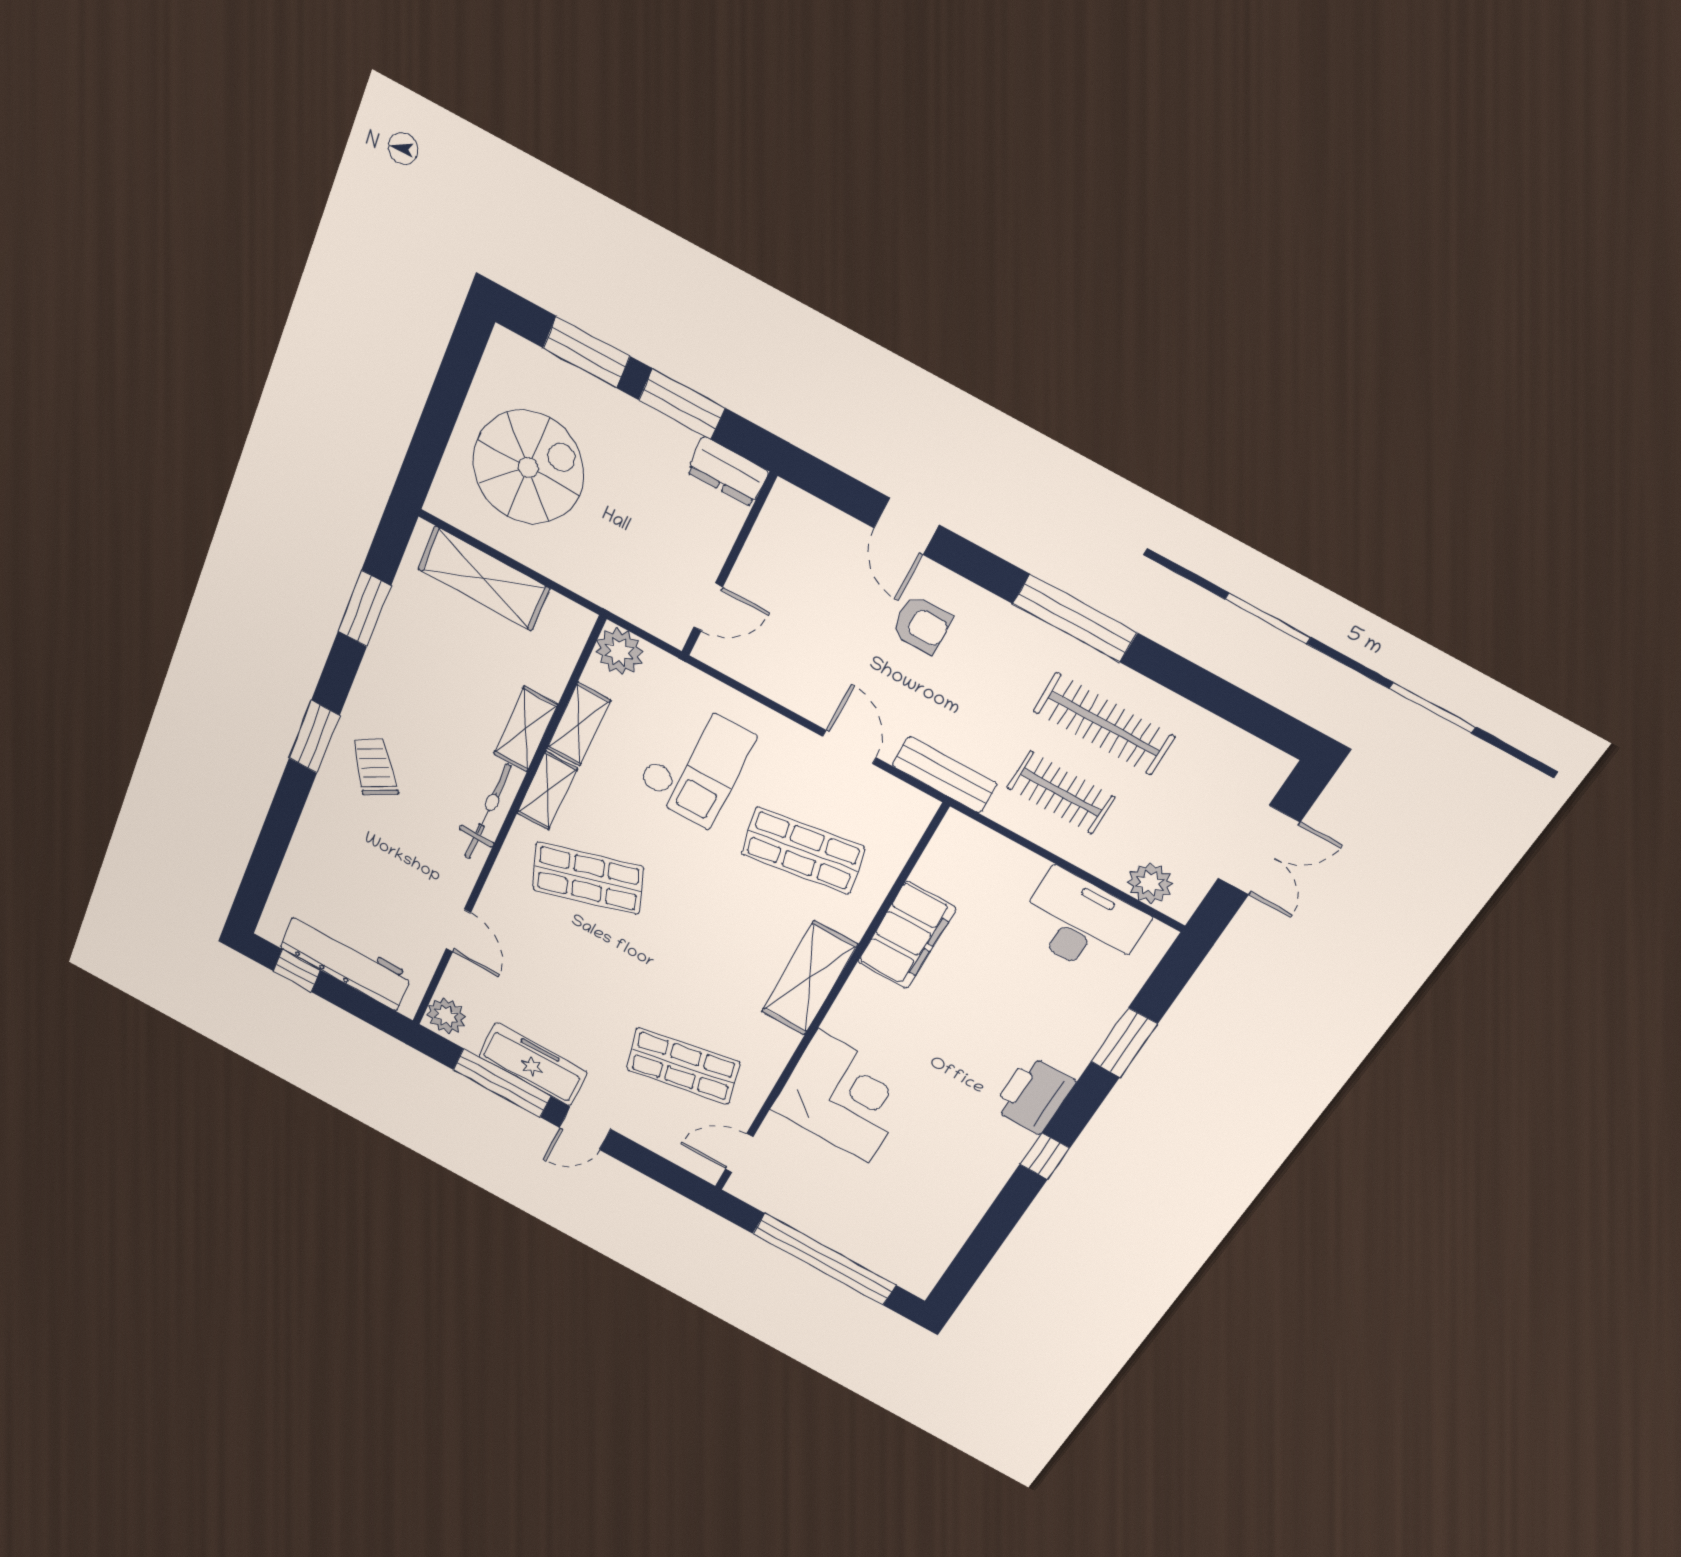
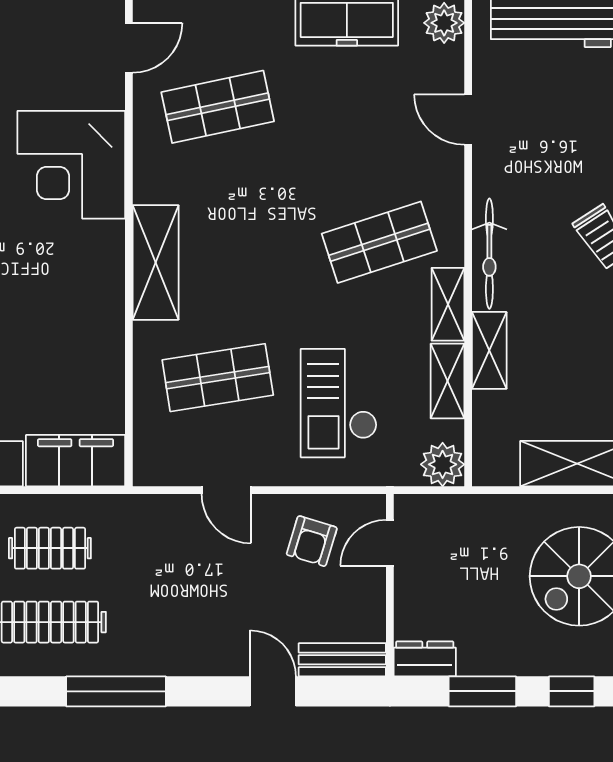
window: (586, 352) -> (572, 691), width x0.67
armchair: (922, 625) -> (312, 541), moved, turned -73
bench: (945, 775) -> (342, 660), moved
filing cabinet: (907, 935) -> (76, 461), moved, turned 90

